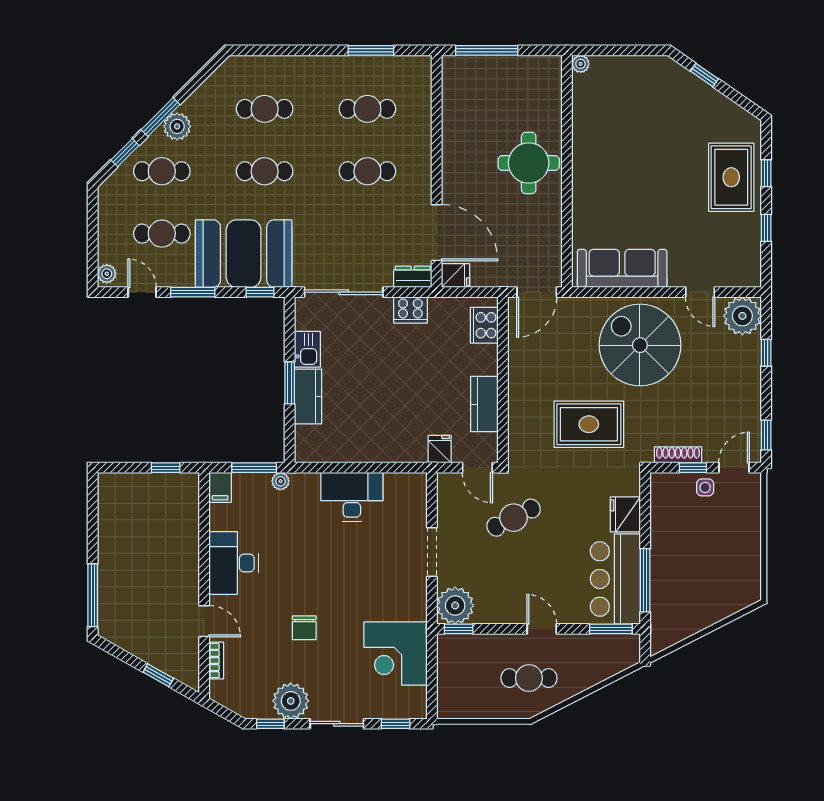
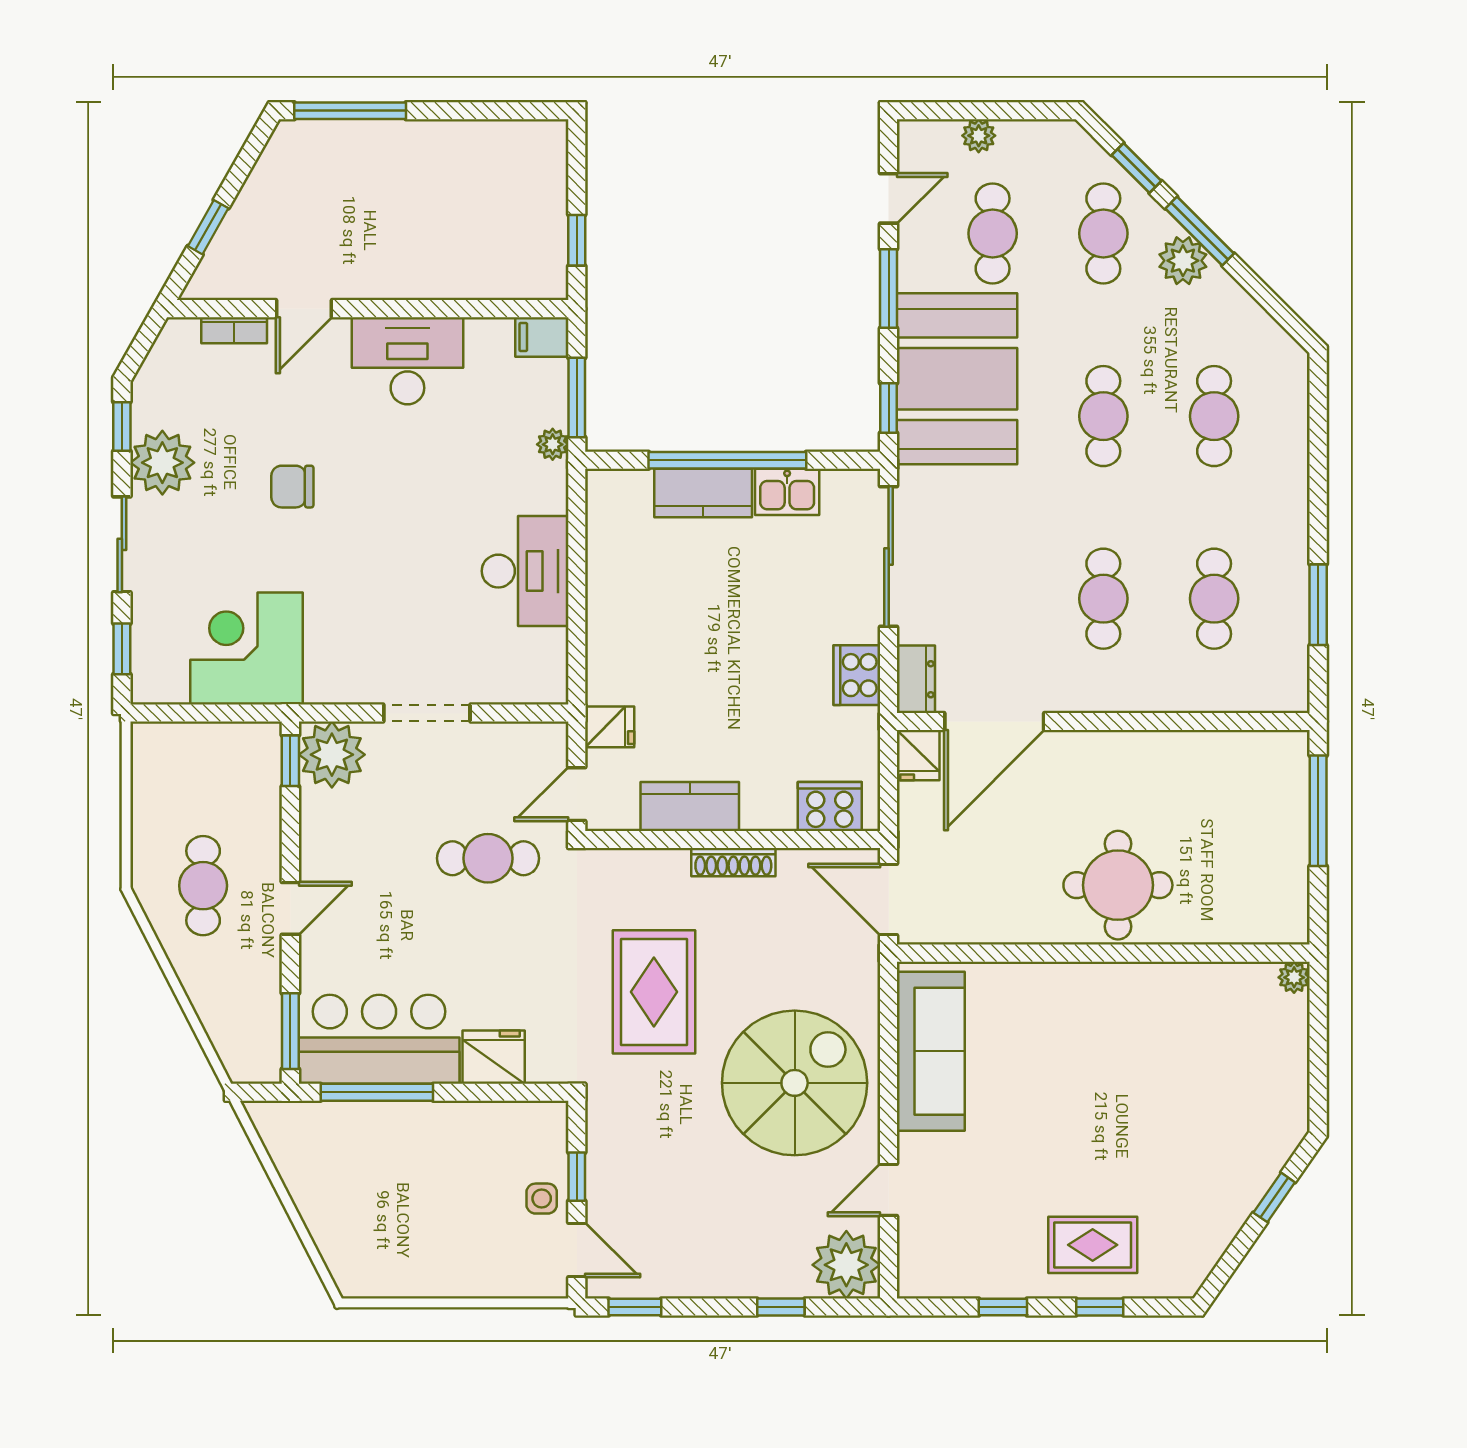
rug: (731, 177) -> (1093, 1245), width x0.73, depth x0.70
plant: (107, 274) -> (979, 136), moved
window: (290, 383) -> (727, 460), width x2.11
shoe rack: (678, 455) -> (733, 862), moved, turned 90
cafe table: (514, 518) -> (488, 858), turned -63

